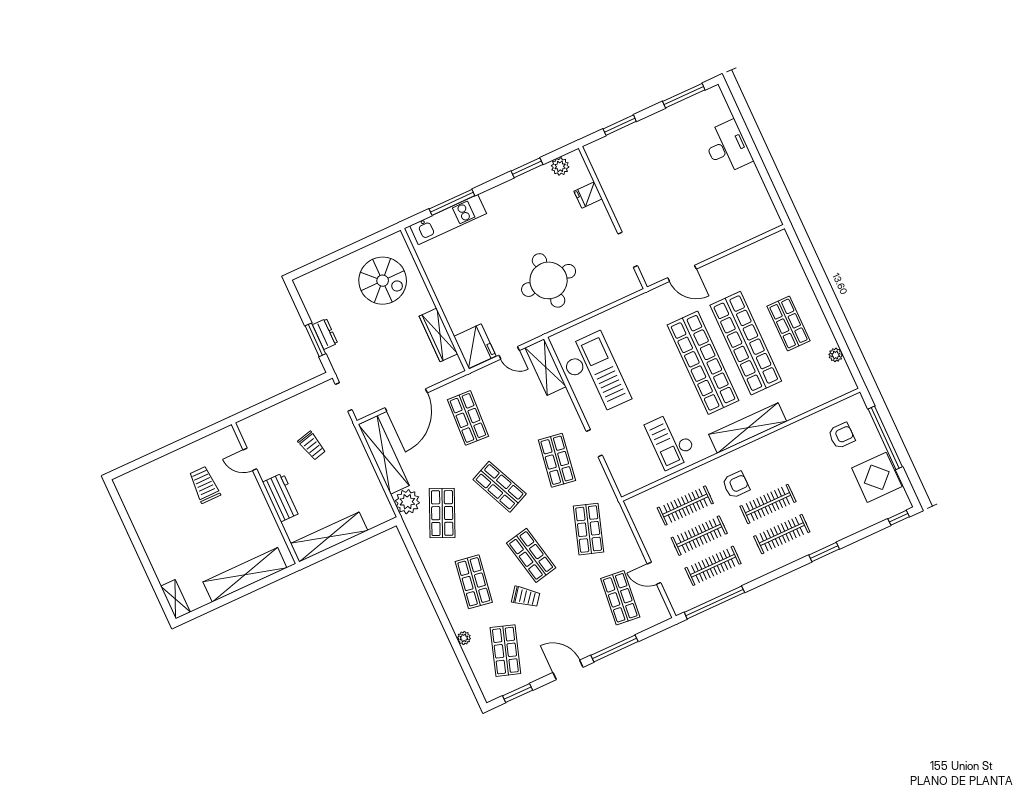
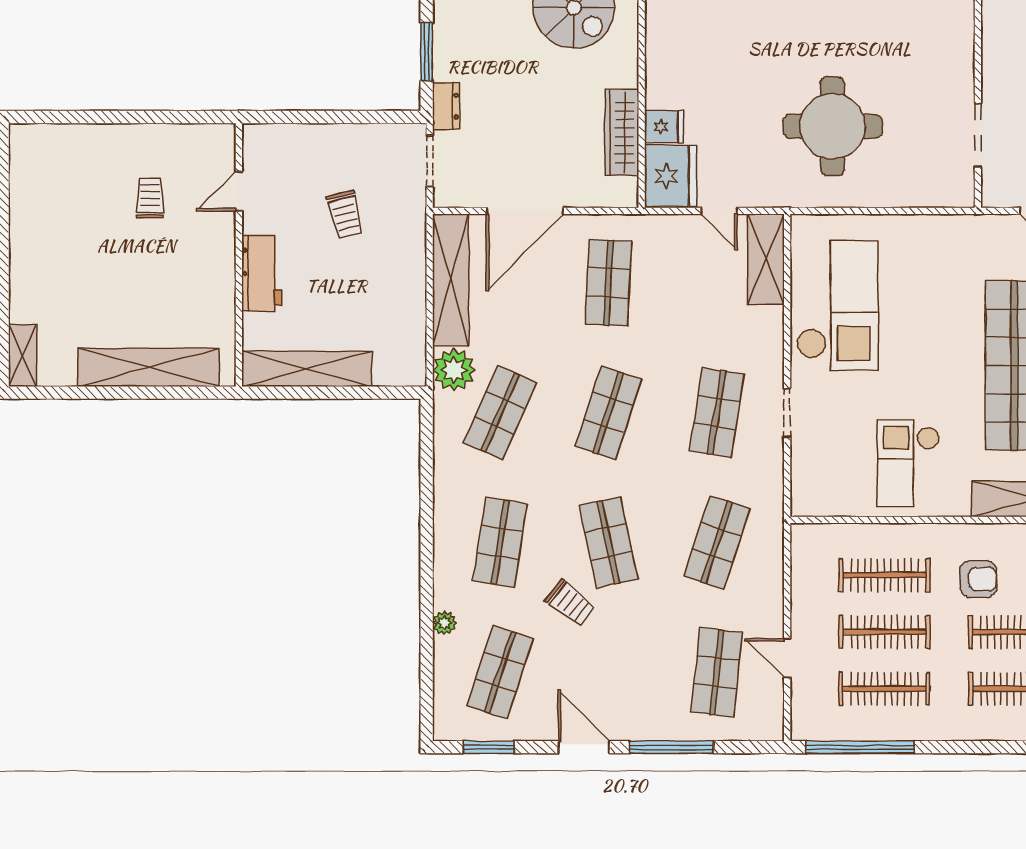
fridge: (588, 195) -> (664, 127), moved, turned 180
dresser: (325, 334) -> (446, 106), moved
door: (250, 459) -> (239, 191), hinge flipped
trolley: (205, 485) -> (150, 198), width x0.73, depth x0.72
shop shelf: (500, 487) -> (608, 413), turned 42

